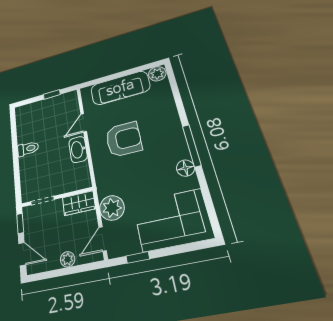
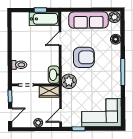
bathtub: (58, 104) -> (44, 19), added
toilet: (28, 149) -> (19, 65), moved
washbasin: (78, 149) -> (54, 75), moved
floor lamp: (185, 168) -> (116, 39), moved
plant: (112, 208) -> (69, 81), moved
door: (22, 254) -> (10, 115), hinge flipped

